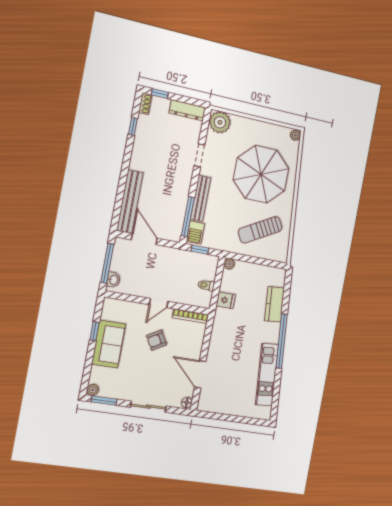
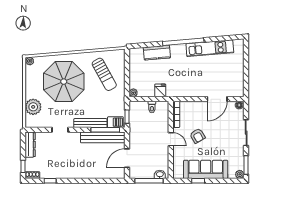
plant: (220, 122) -> (33, 107), moved
bench: (130, 202) -> (103, 137), moved
sofa: (109, 344) -> (206, 169), width x1.36

